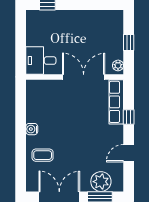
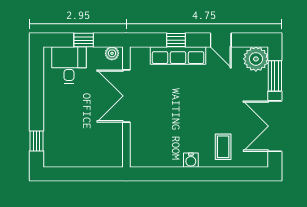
desk: (41, 61) -> (69, 65), moved, turned 180
row of seats: (116, 102) -> (178, 55), moved
plant: (101, 182) -> (256, 59), moved

